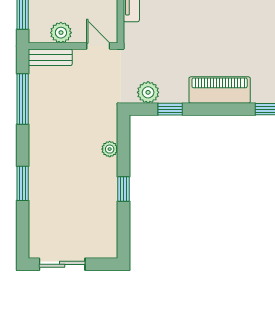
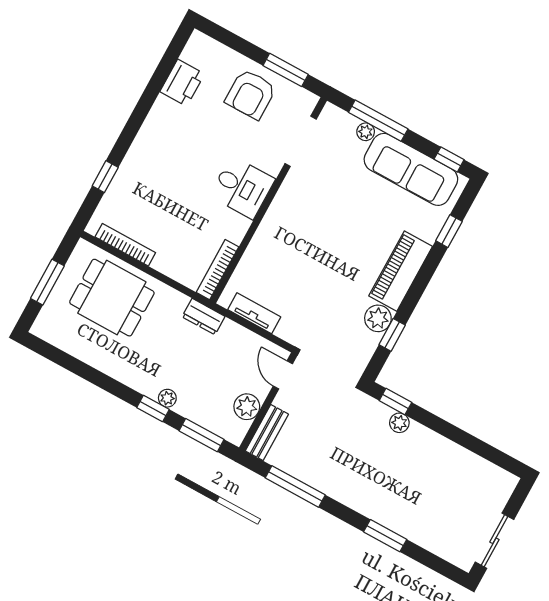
door: (98, 46) -> (283, 375), hinge flipped
plant: (148, 92) -> (378, 318), moved
window: (123, 189) -> (395, 402), moved

